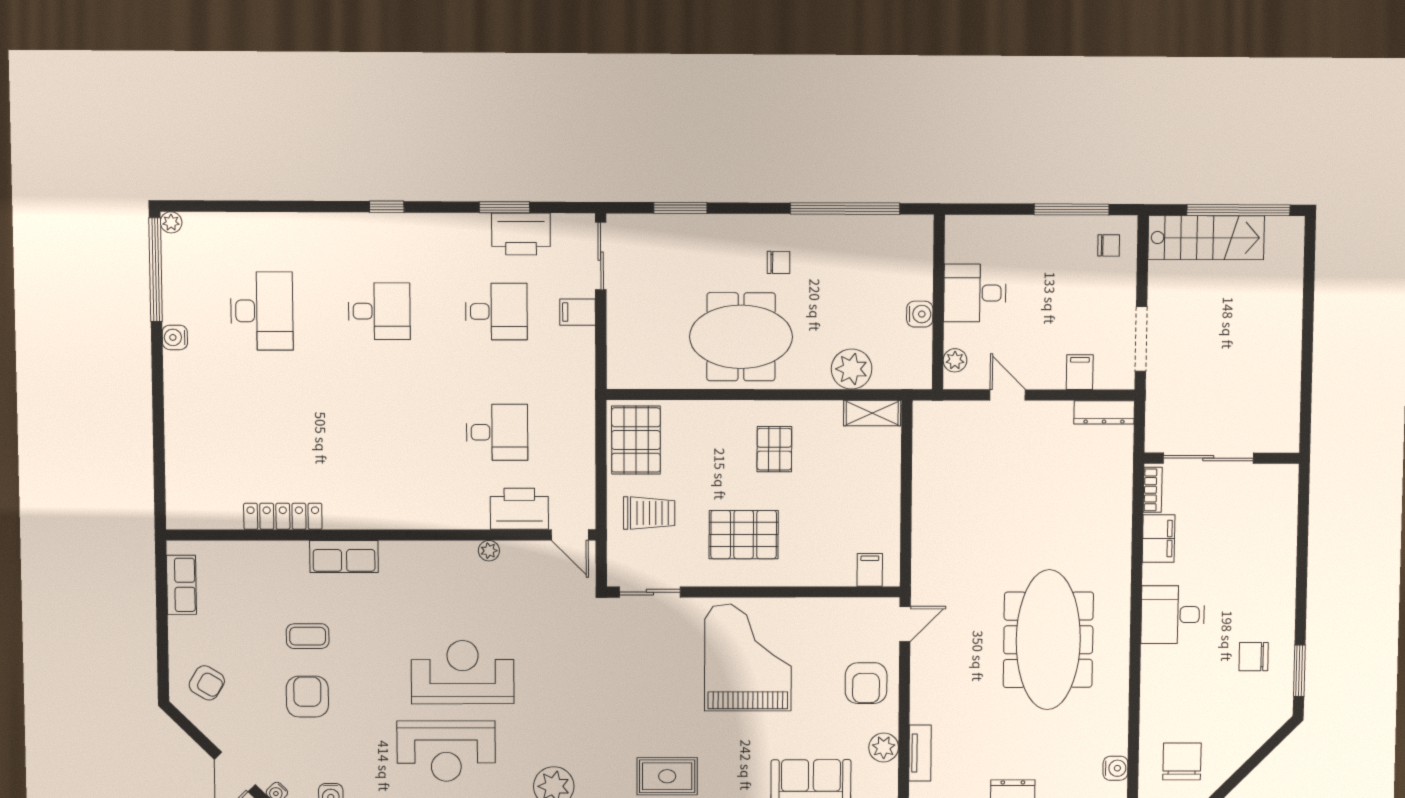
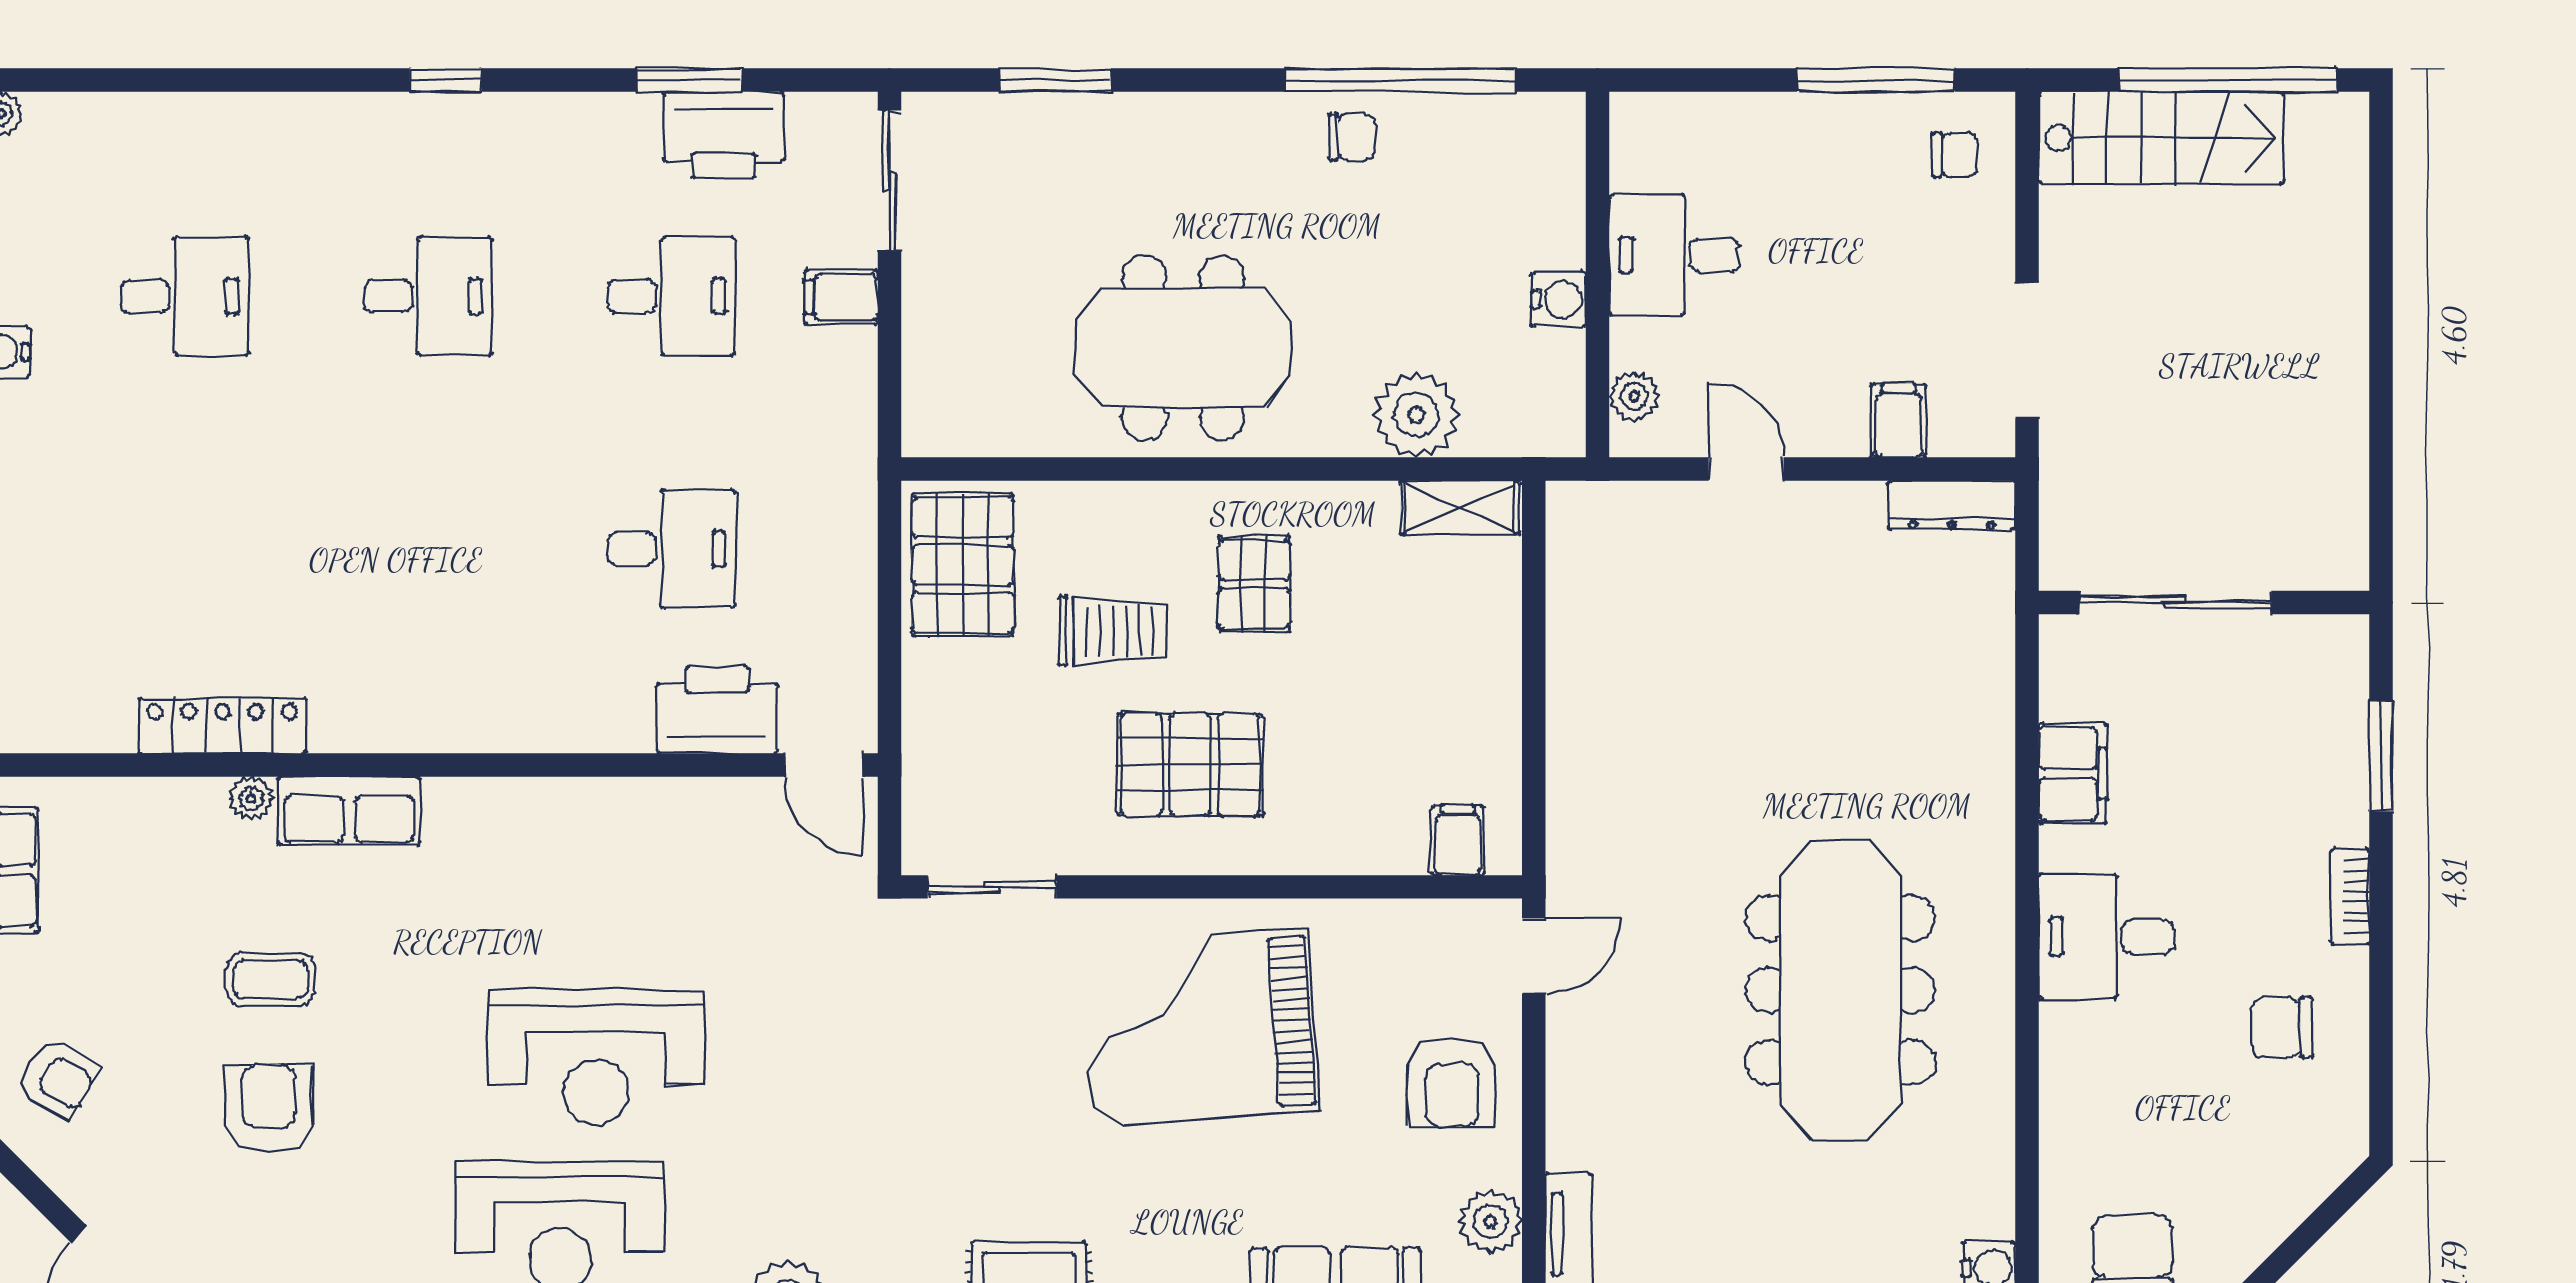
chair: (779, 262) -> (1352, 137), moved
desk: (262, 311) -> (185, 296), width x0.73
bookcase: (1153, 490) -> (2350, 896), moved, turned 180
trolley: (649, 513) -> (1112, 631), moved
plant: (489, 551) -> (251, 798), moved
grand piano: (748, 658) -> (1200, 1027), turned -94
window: (1299, 671) -> (2381, 756), moved
reception desk: (463, 672) -> (596, 1057), turned 180

